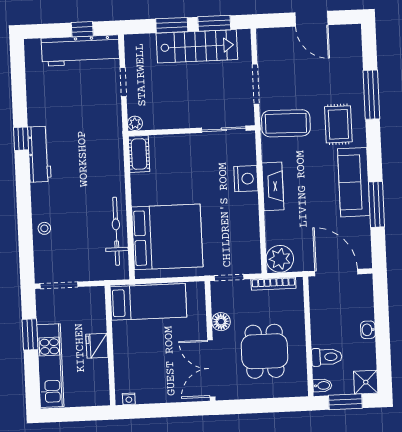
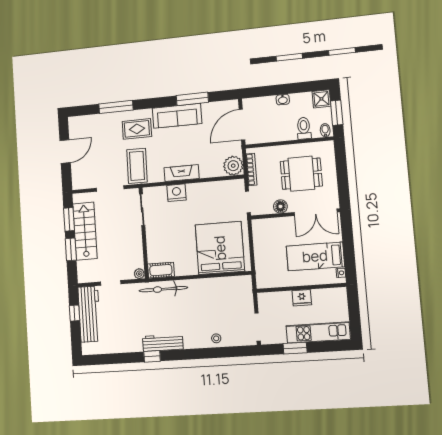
bicycle: (116, 231) -> (163, 289), moved
bed: (148, 302) -> (315, 256), moved, turned -90

